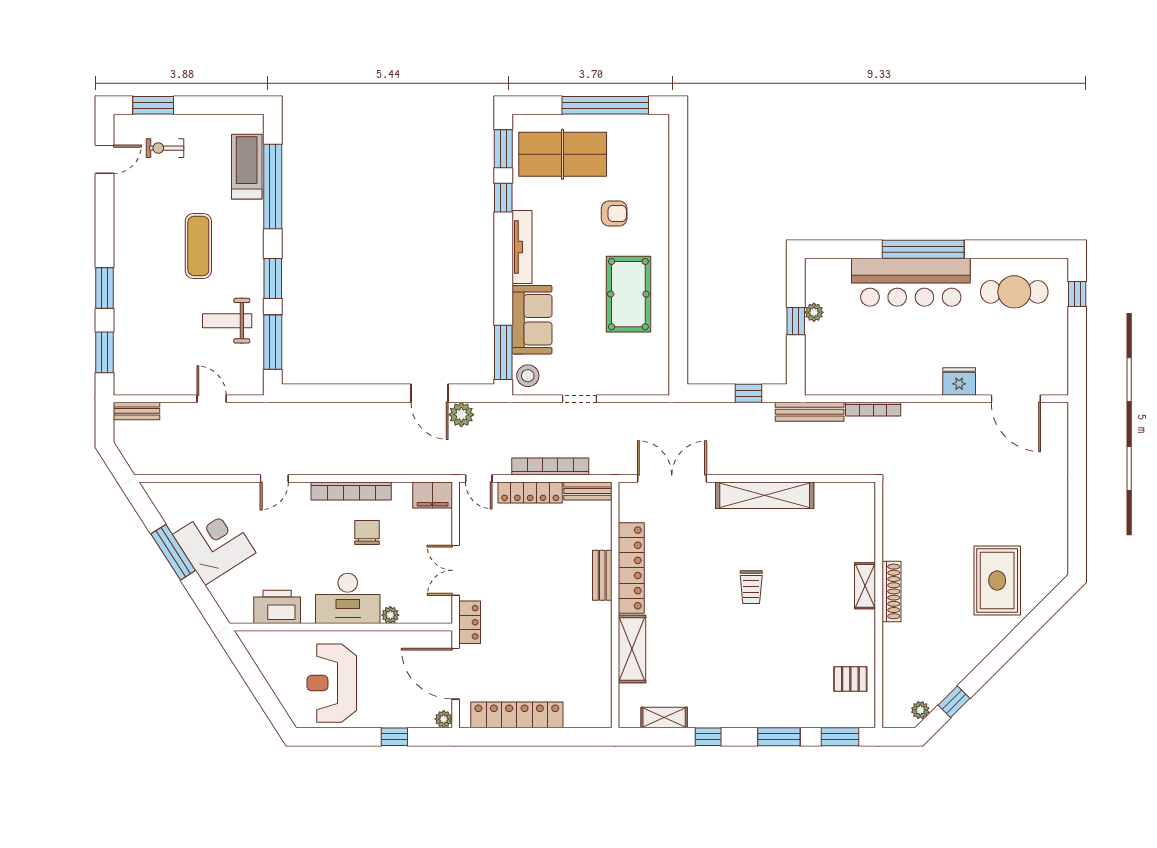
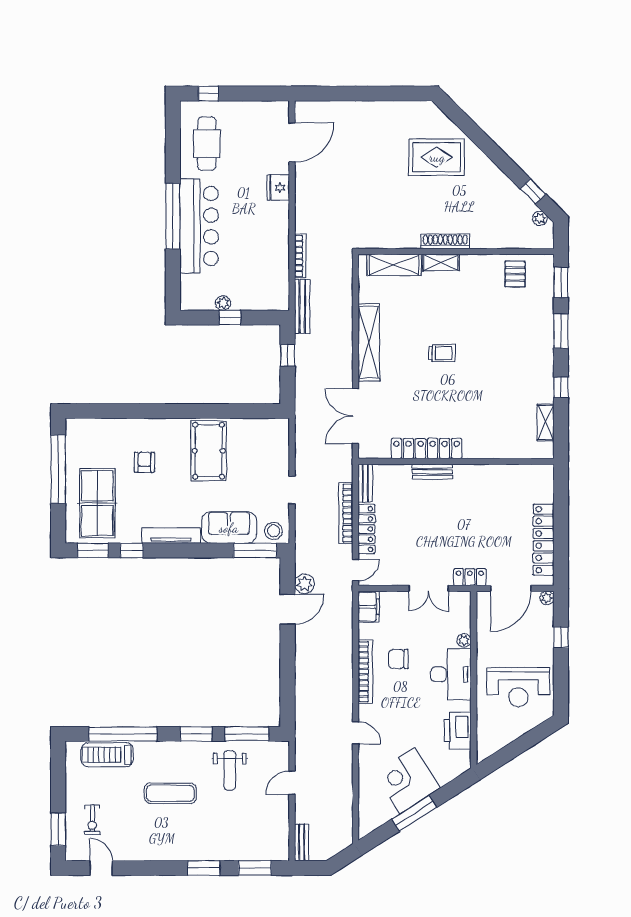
pool table: (628, 294) -> (209, 451), turned 90
shelving: (632, 649) -> (394, 265), moved

